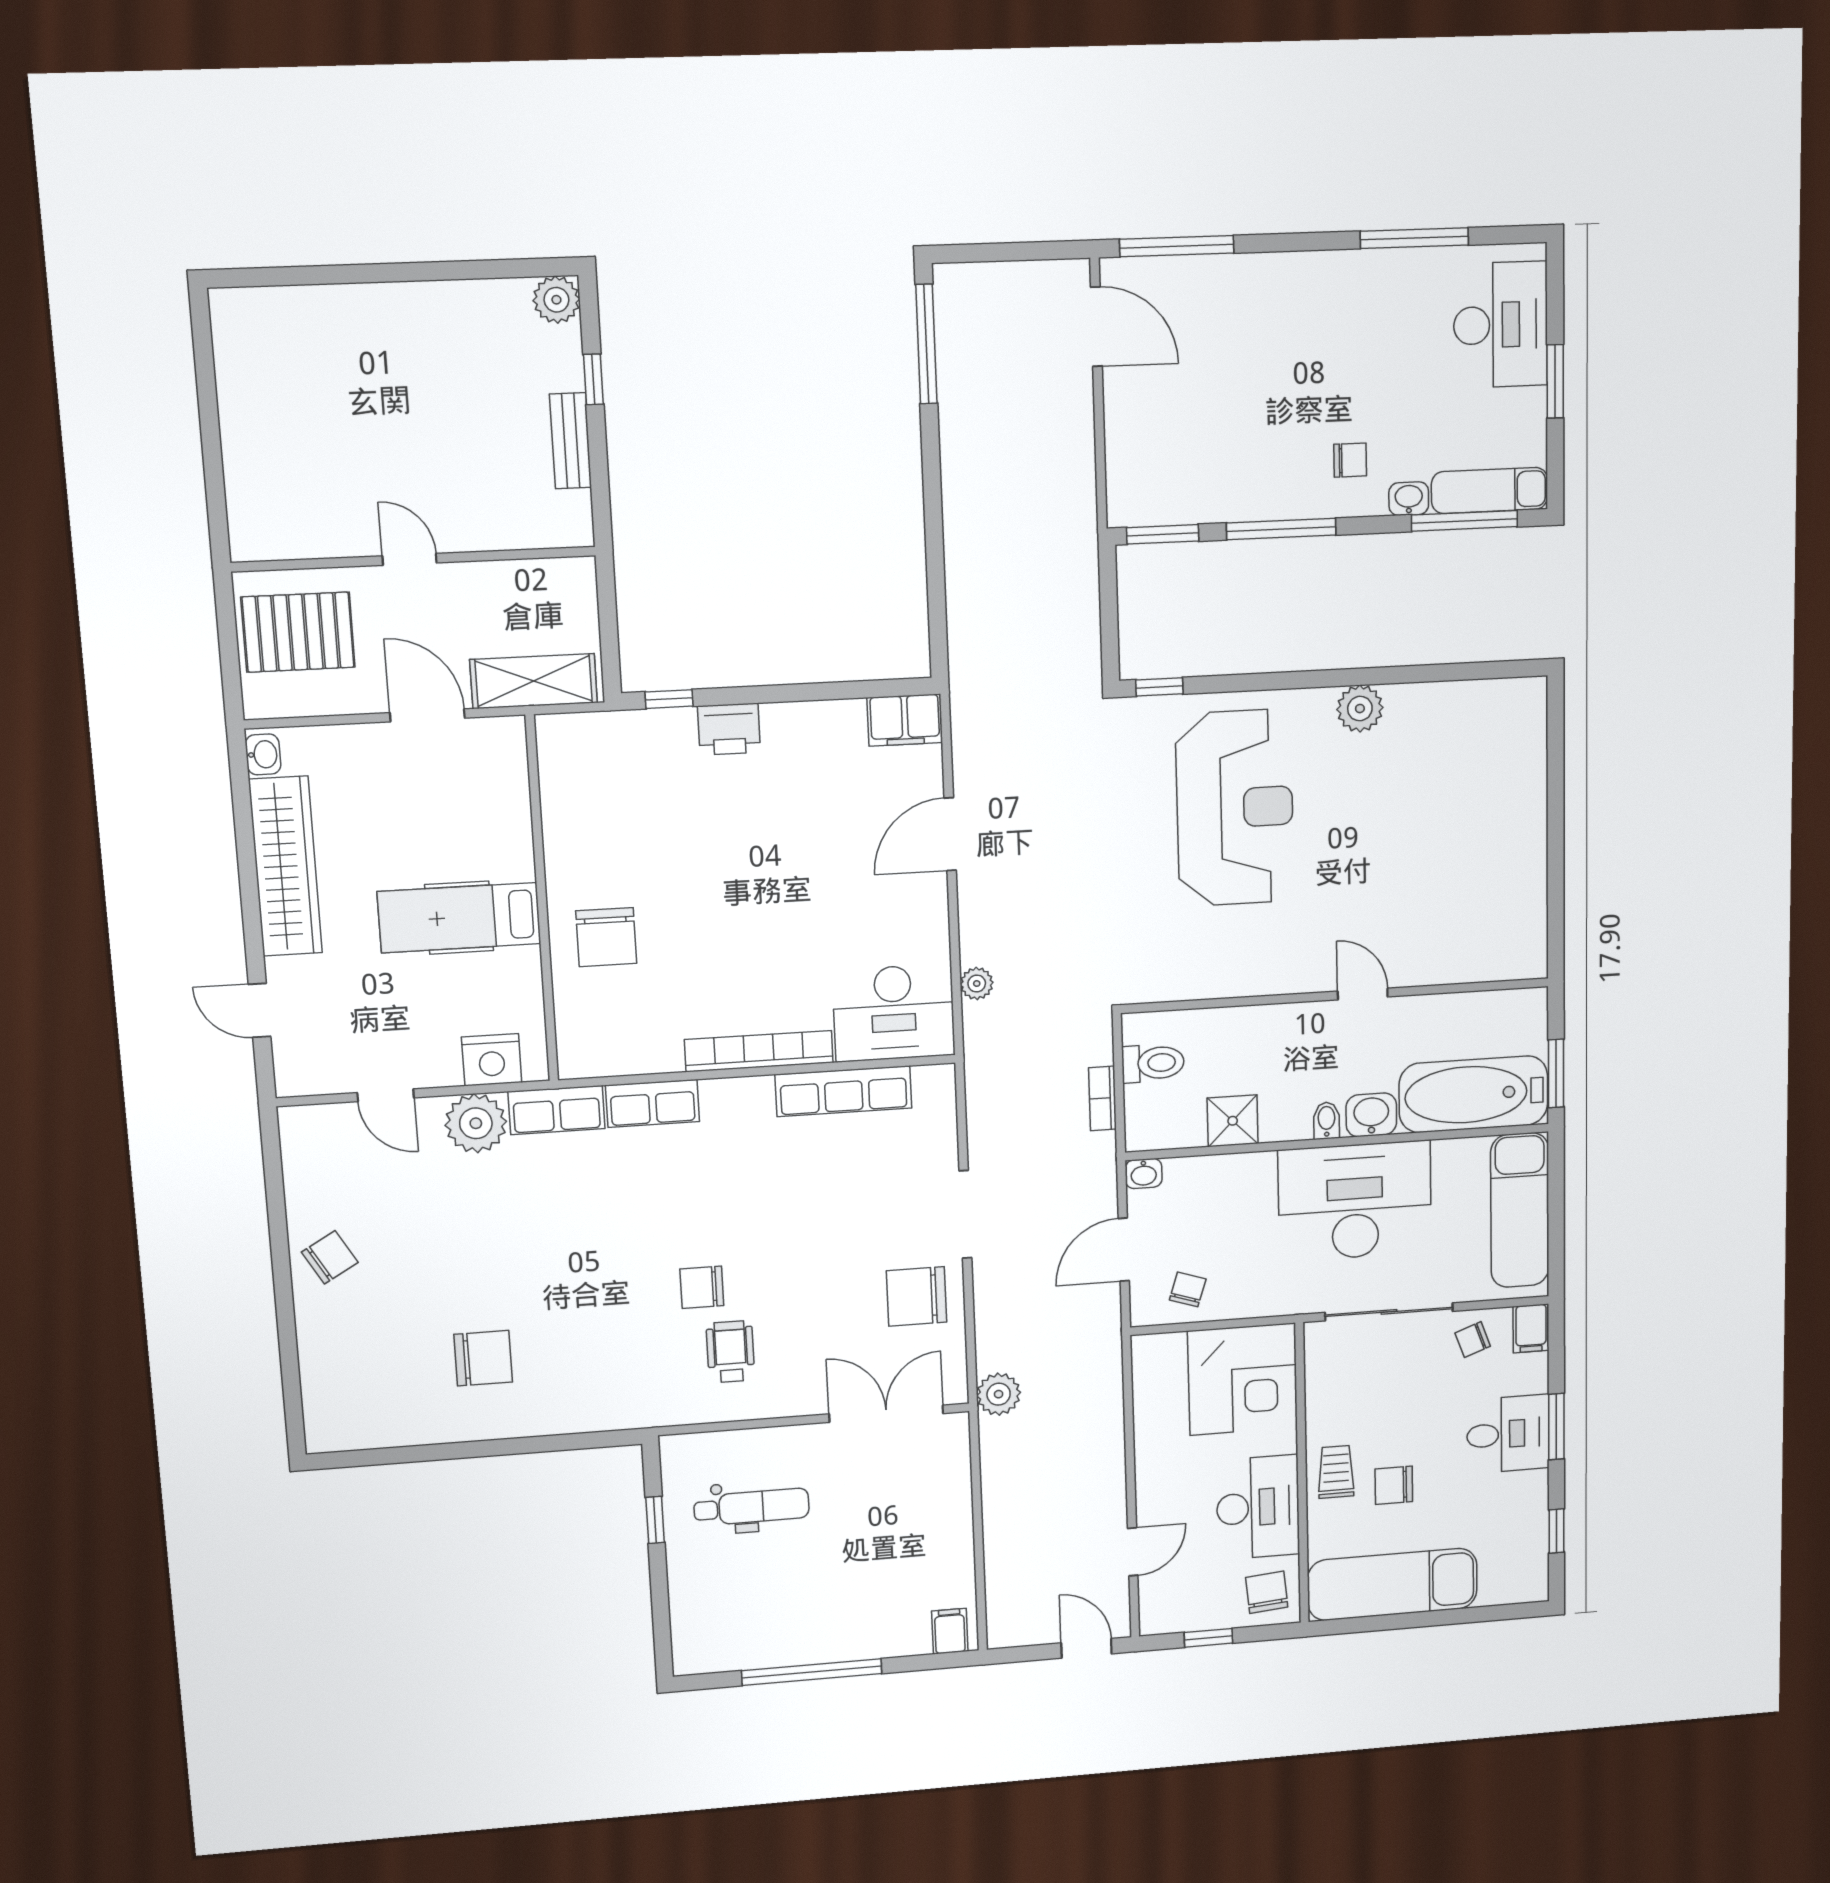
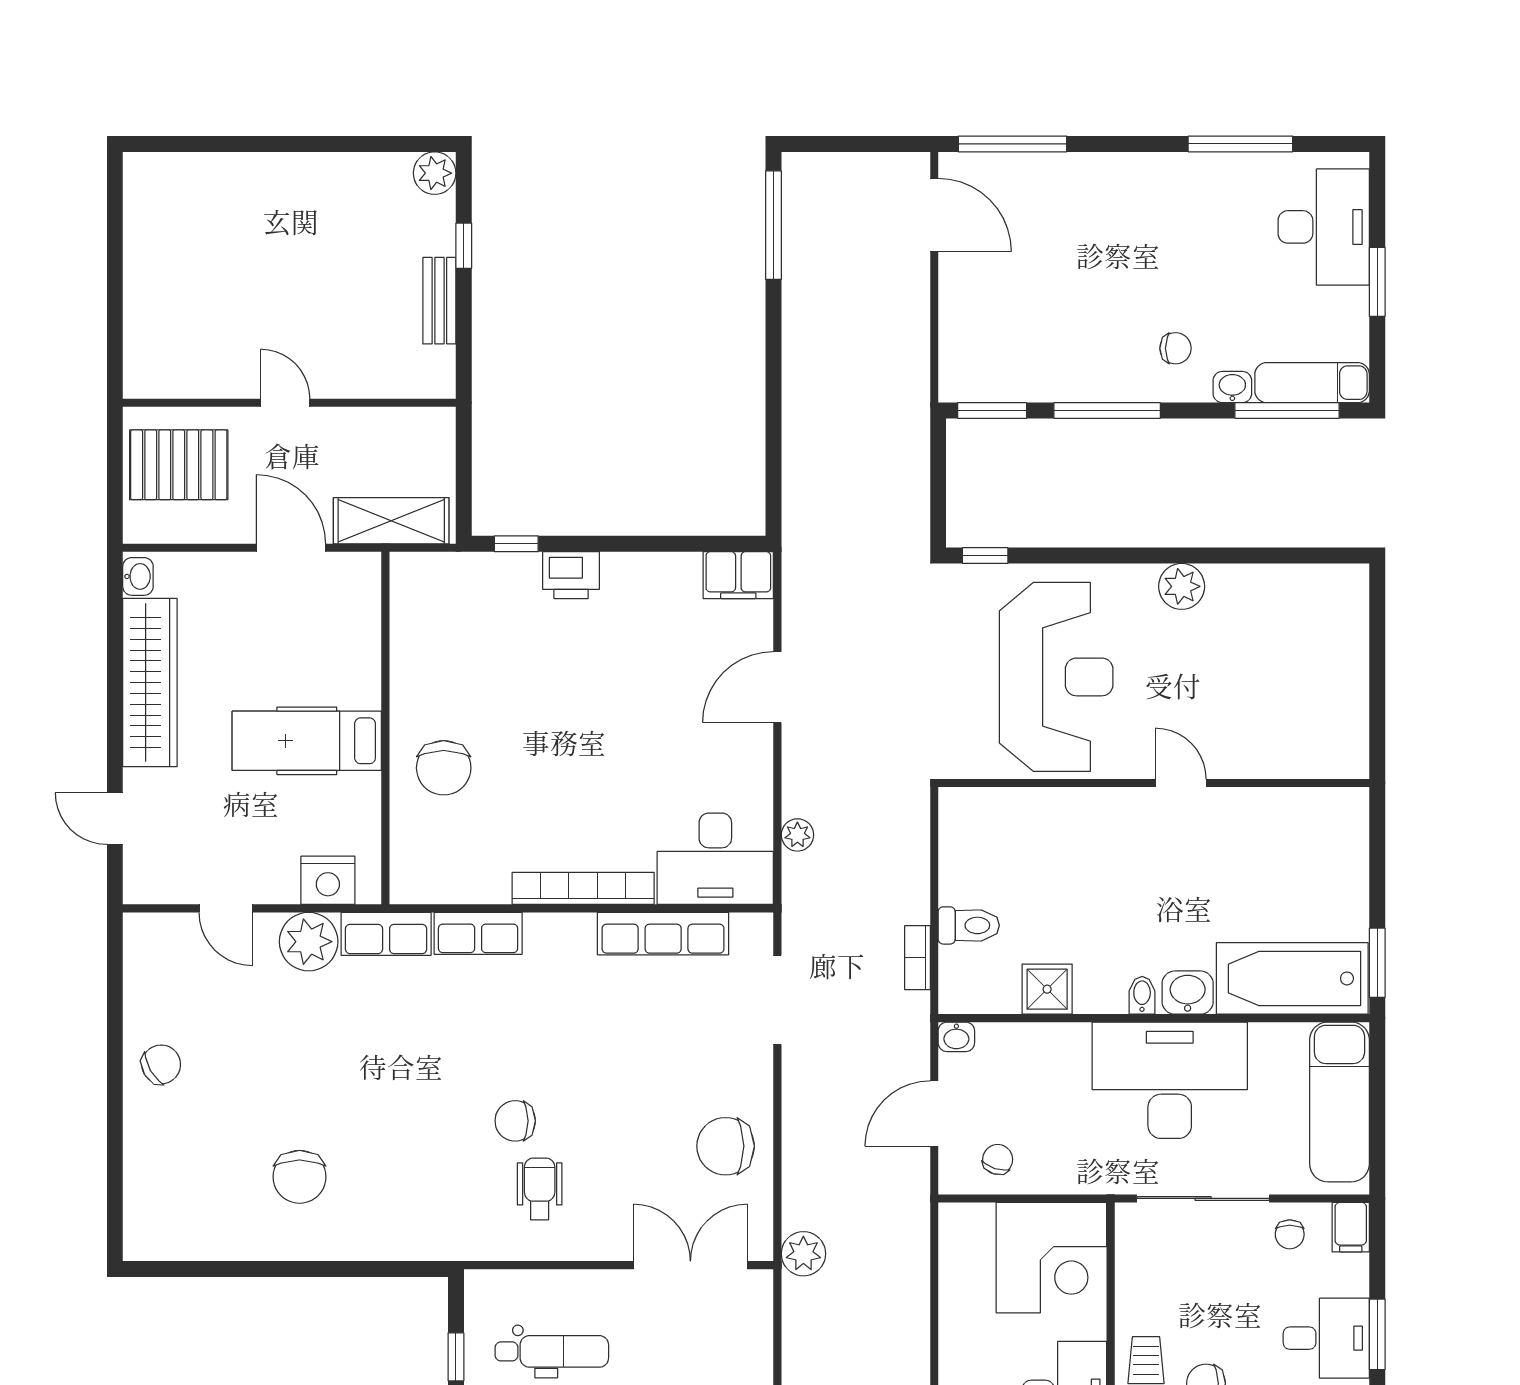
door: (1363, 994) -> (1181, 783), moved
wall: (1336, 996) -> (1154, 783), moved
doorway: (965, 1214) -> (777, 1000), moved
chair: (1473, 1340) -> (1290, 1234), turned -70
chair: (483, 1358) -> (300, 1177), turned 90

